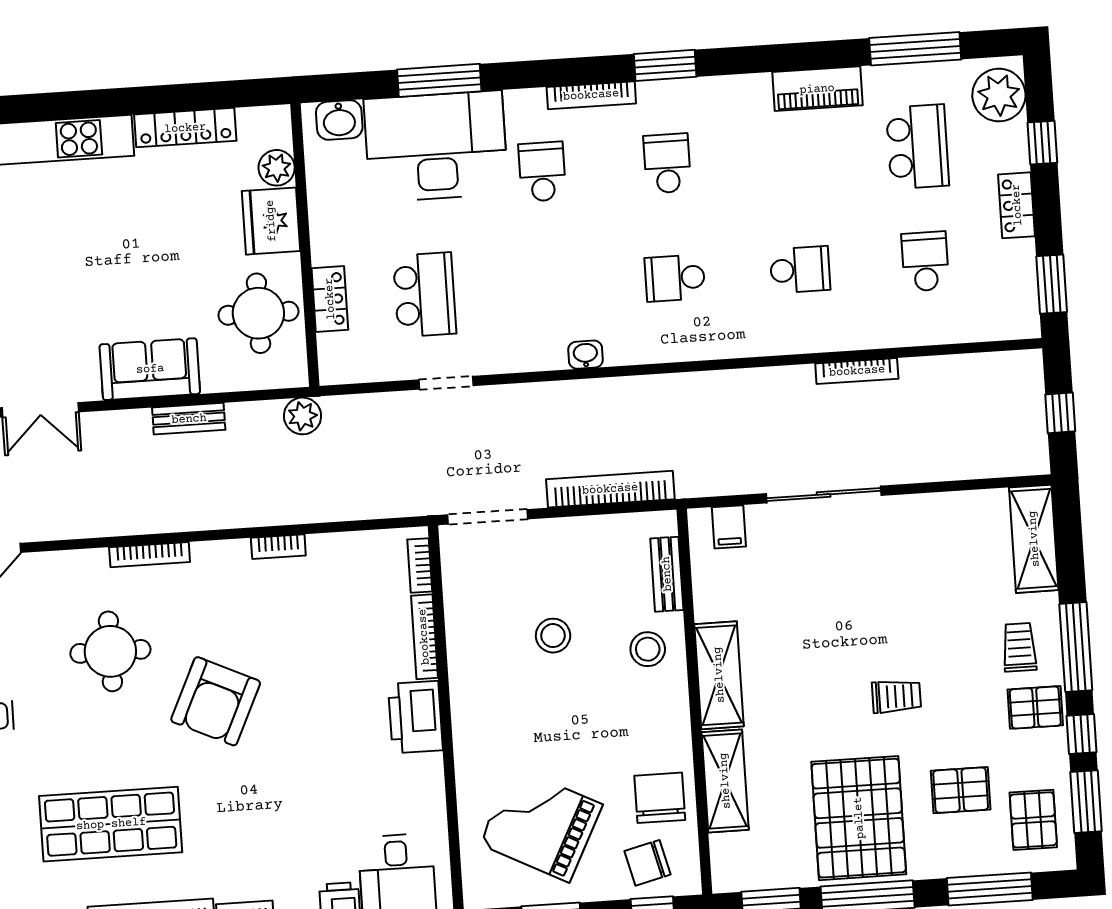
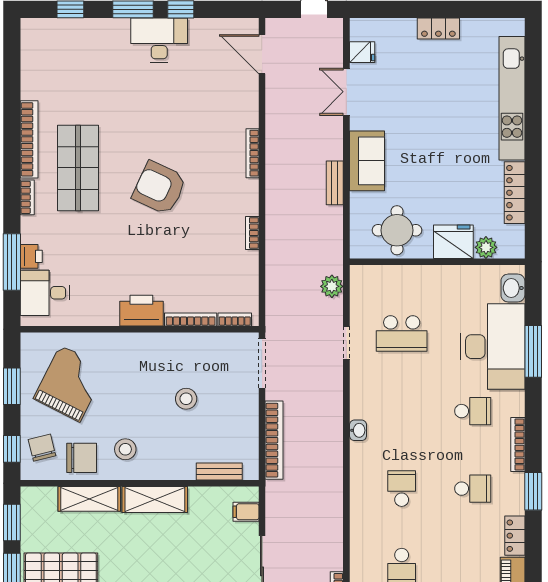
locker: (330, 299) -> (515, 536), moved, turned 90
plant: (303, 416) -> (332, 286), moved
stool: (648, 649) -> (125, 449), moved
round table: (110, 651) -> (194, 125), removed
shop shelf: (111, 824) -> (78, 168), moved

